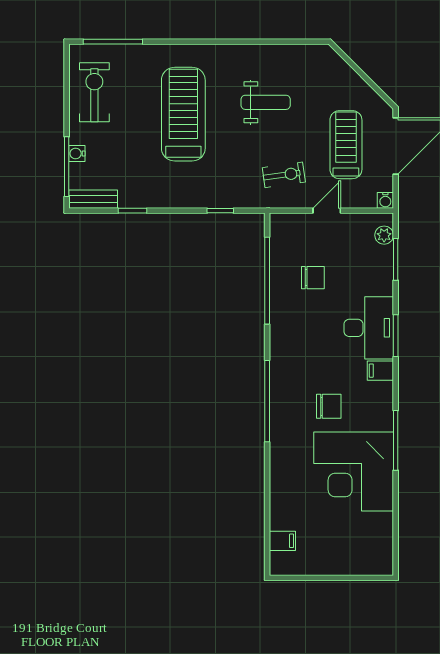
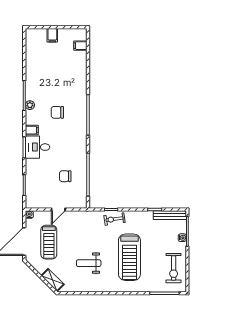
shelving: (338, 68) -> (53, 280), added
exercise bike: (284, 175) -> (115, 219), moved
bench: (93, 199) -> (170, 215), width x1.36
plant: (384, 235) -> (30, 105), moved
desk: (369, 328) -> (38, 147), width x0.73
corner desk: (354, 471) -> (45, 80), removed
filing cabinet: (339, 562) -> (52, 35), added

